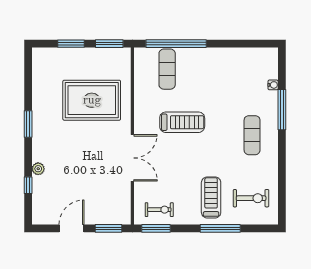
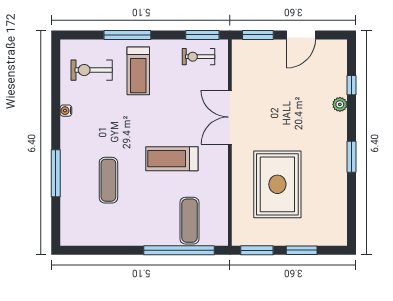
water cooler: (273, 85) -> (66, 111), moved
rug: (92, 100) -> (277, 184), turned 90
exercise mat: (252, 135) -> (108, 180), moved

